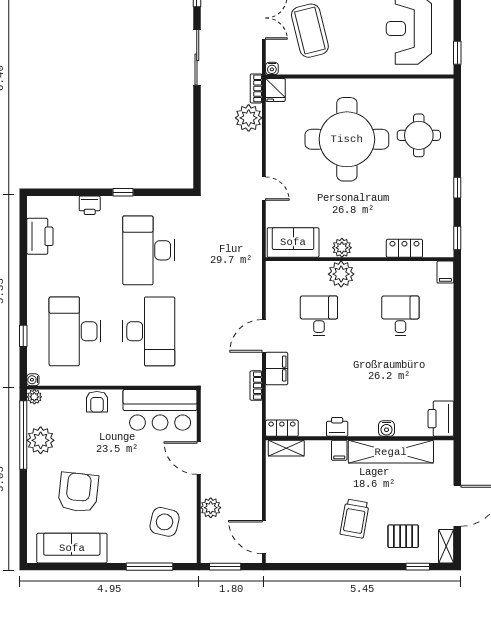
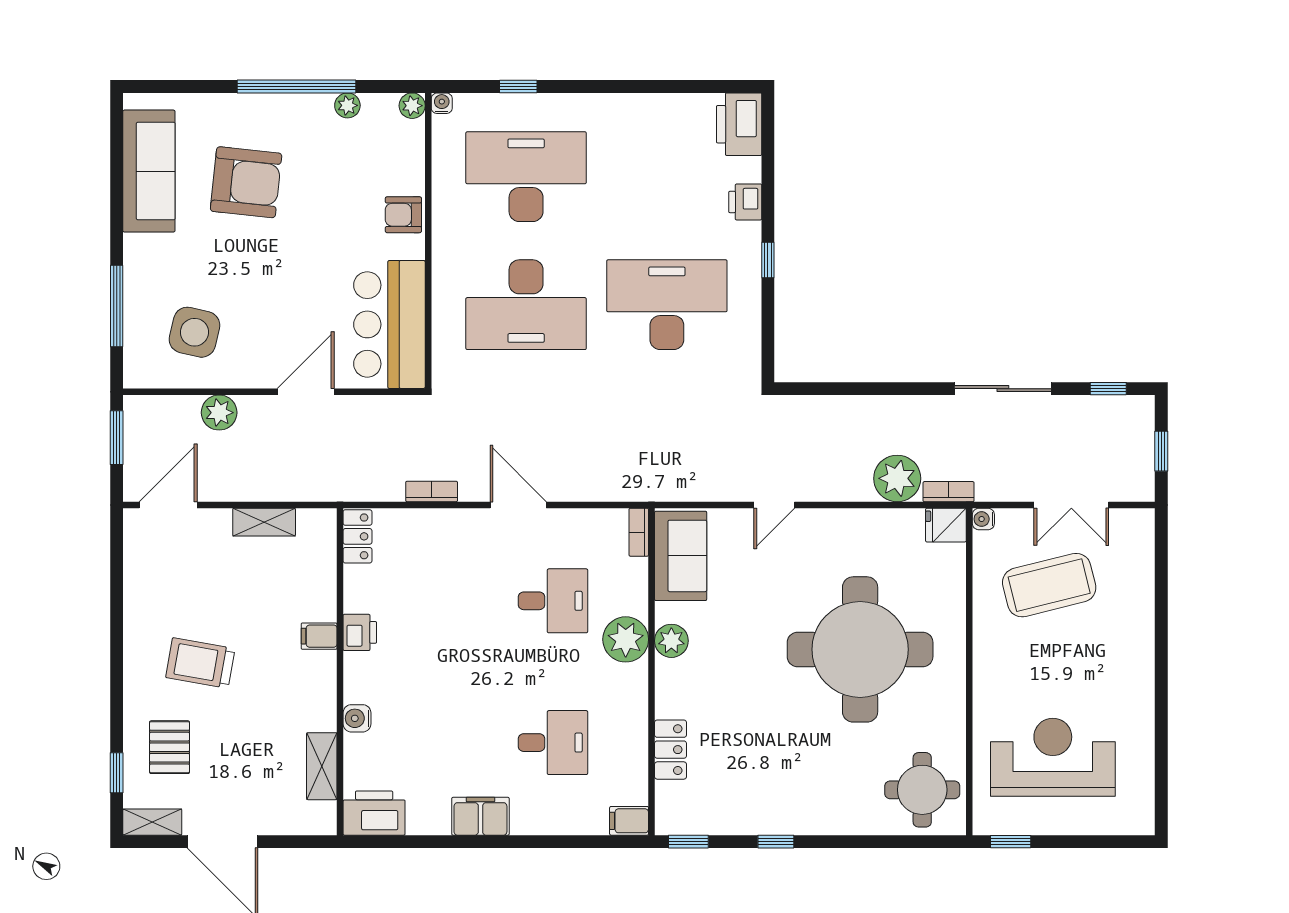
round table: (419, 135) -> (922, 790), moved
printer: (40, 236) -> (739, 124), moved, turned 90
bookcase: (279, 267) -> (639, 532), added
filing cabinet: (277, 368) -> (480, 816), moved, turned 180
window: (23, 435) -> (296, 87), moved
plant: (41, 440) -> (347, 105), width x0.53, depth x0.53
shelving: (286, 448) -> (264, 522), moved, turned 90
shelving: (391, 452) -> (322, 766), width x0.45, depth x0.75

